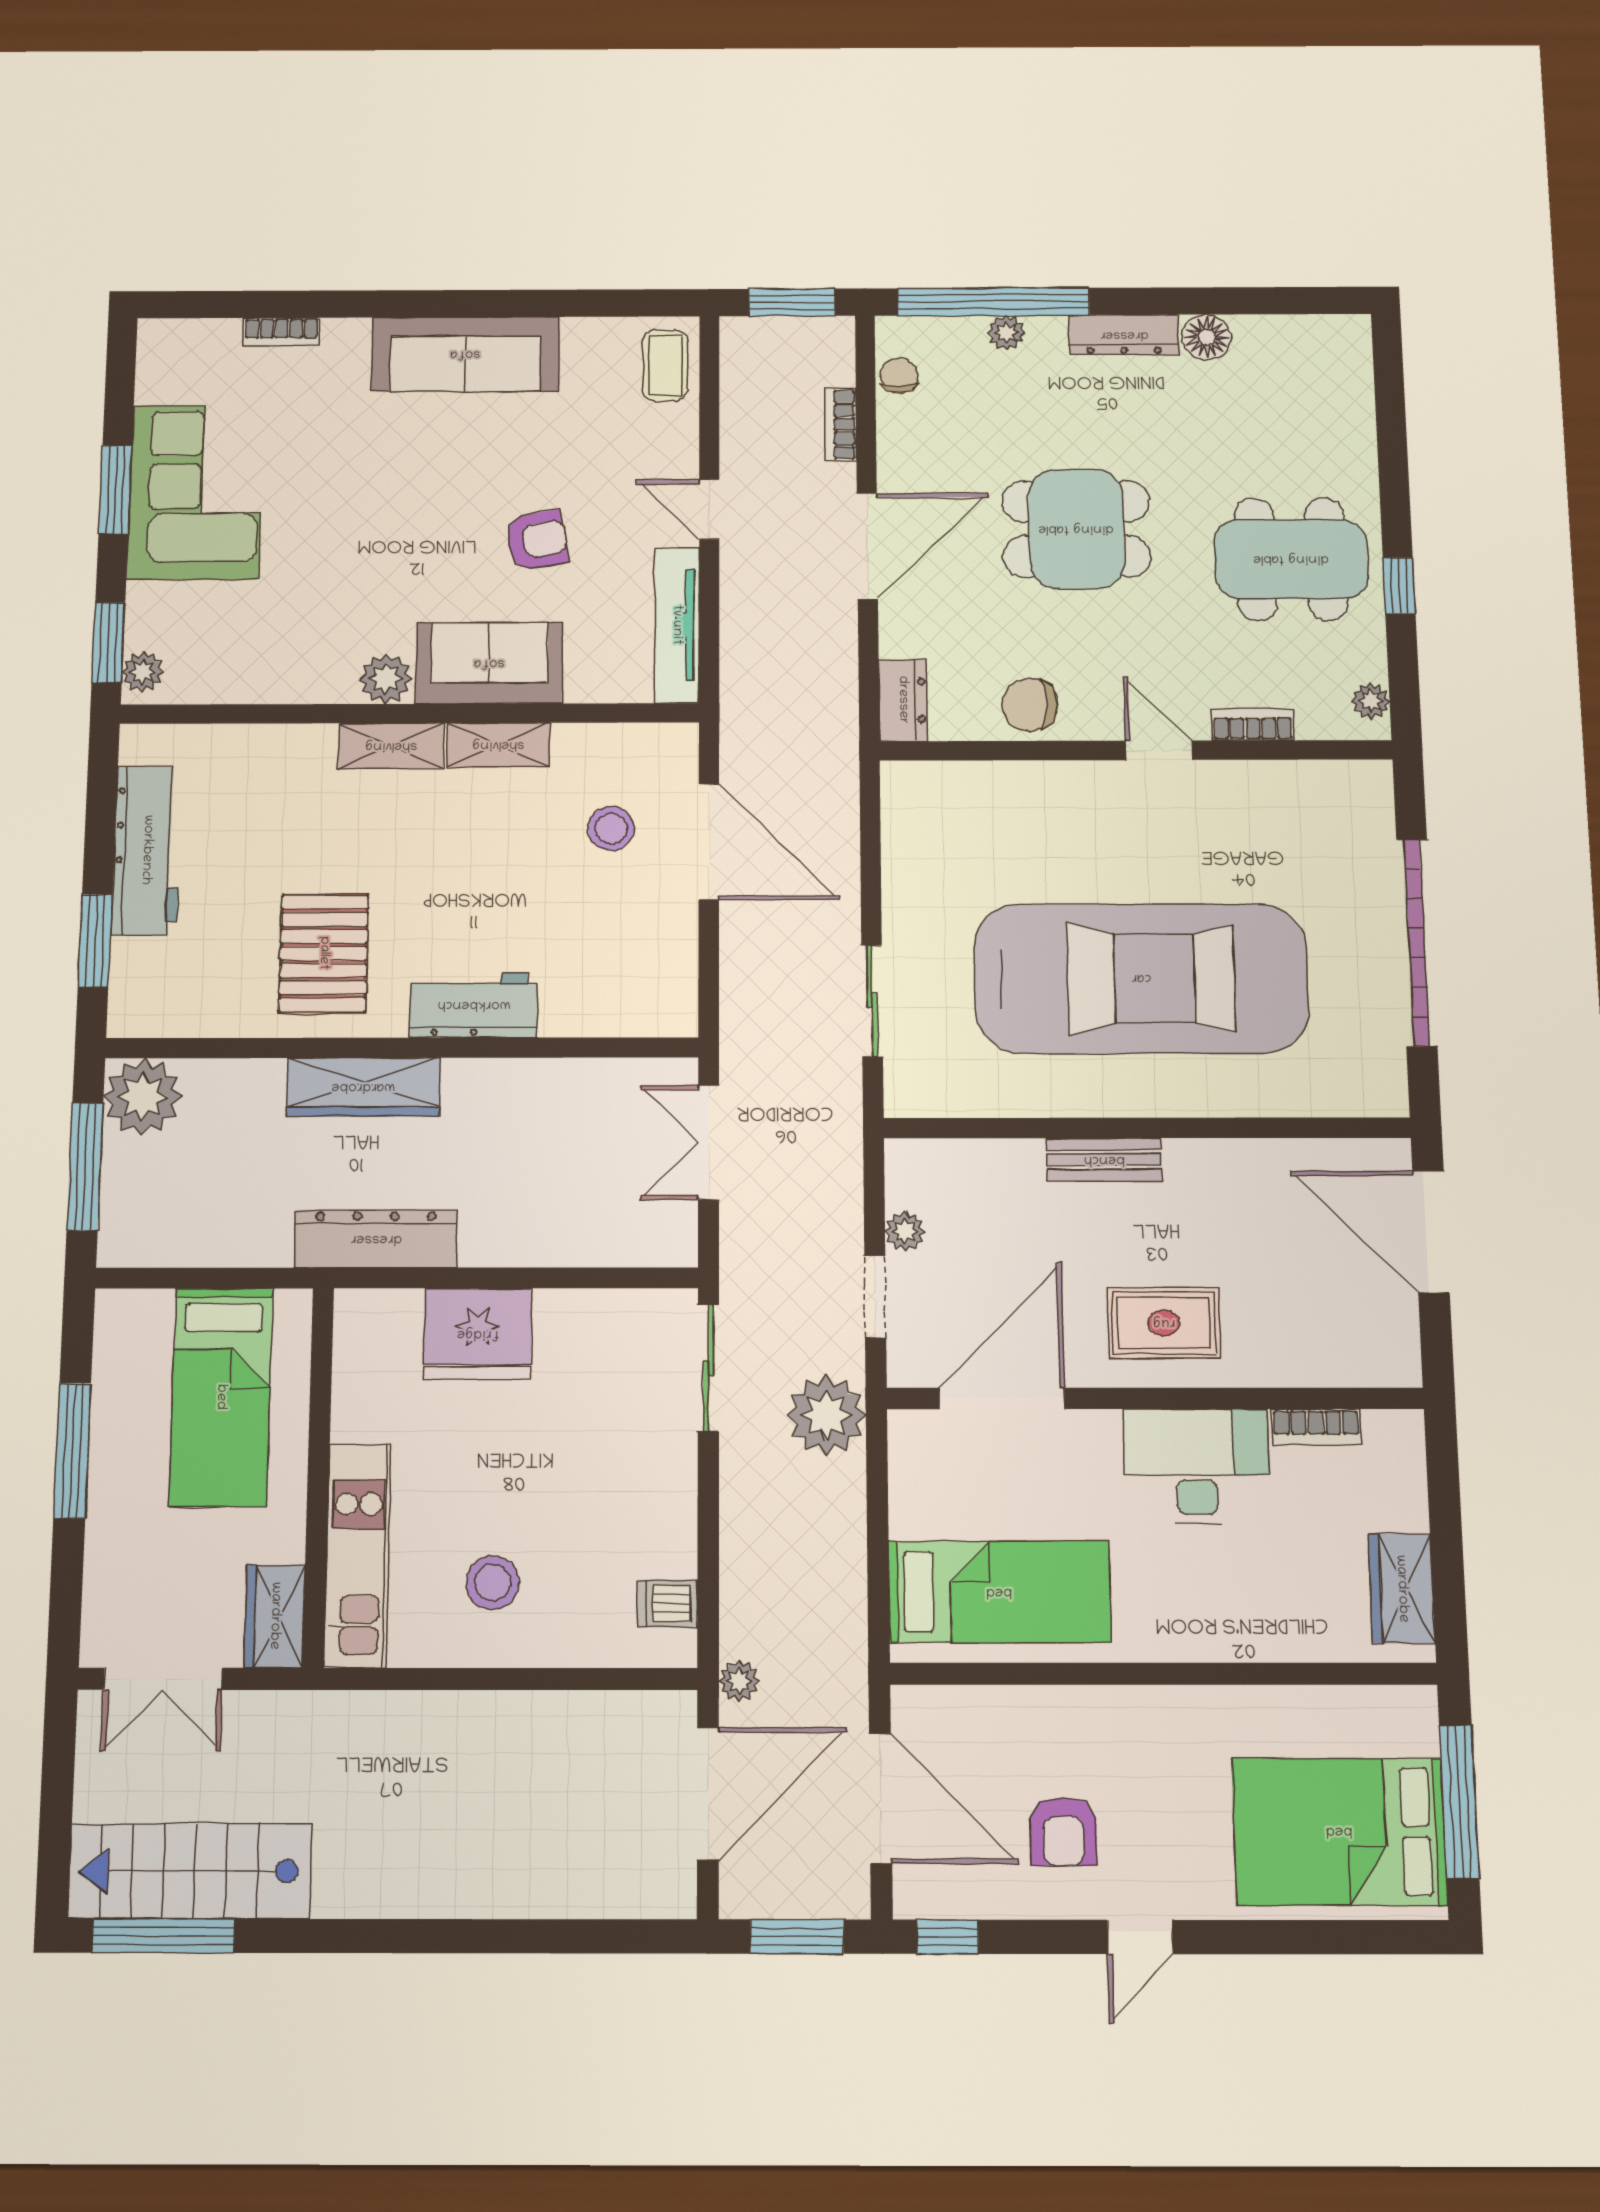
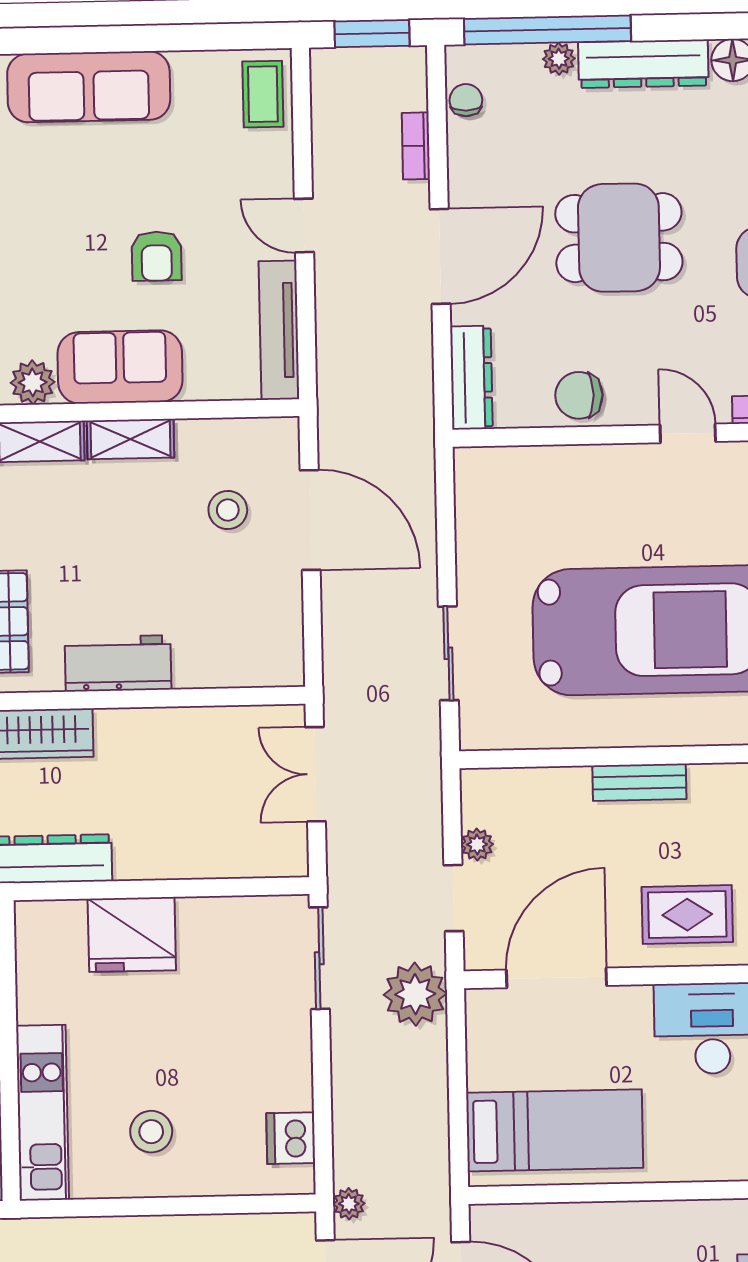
dresser: (1124, 335) -> (643, 64), width x1.37, depth x1.24
armchair: (537, 540) -> (157, 256), turned 100
dresser: (903, 700) -> (471, 378), width x1.44
dishwasher: (667, 1604) -> (291, 1138), width x1.38

